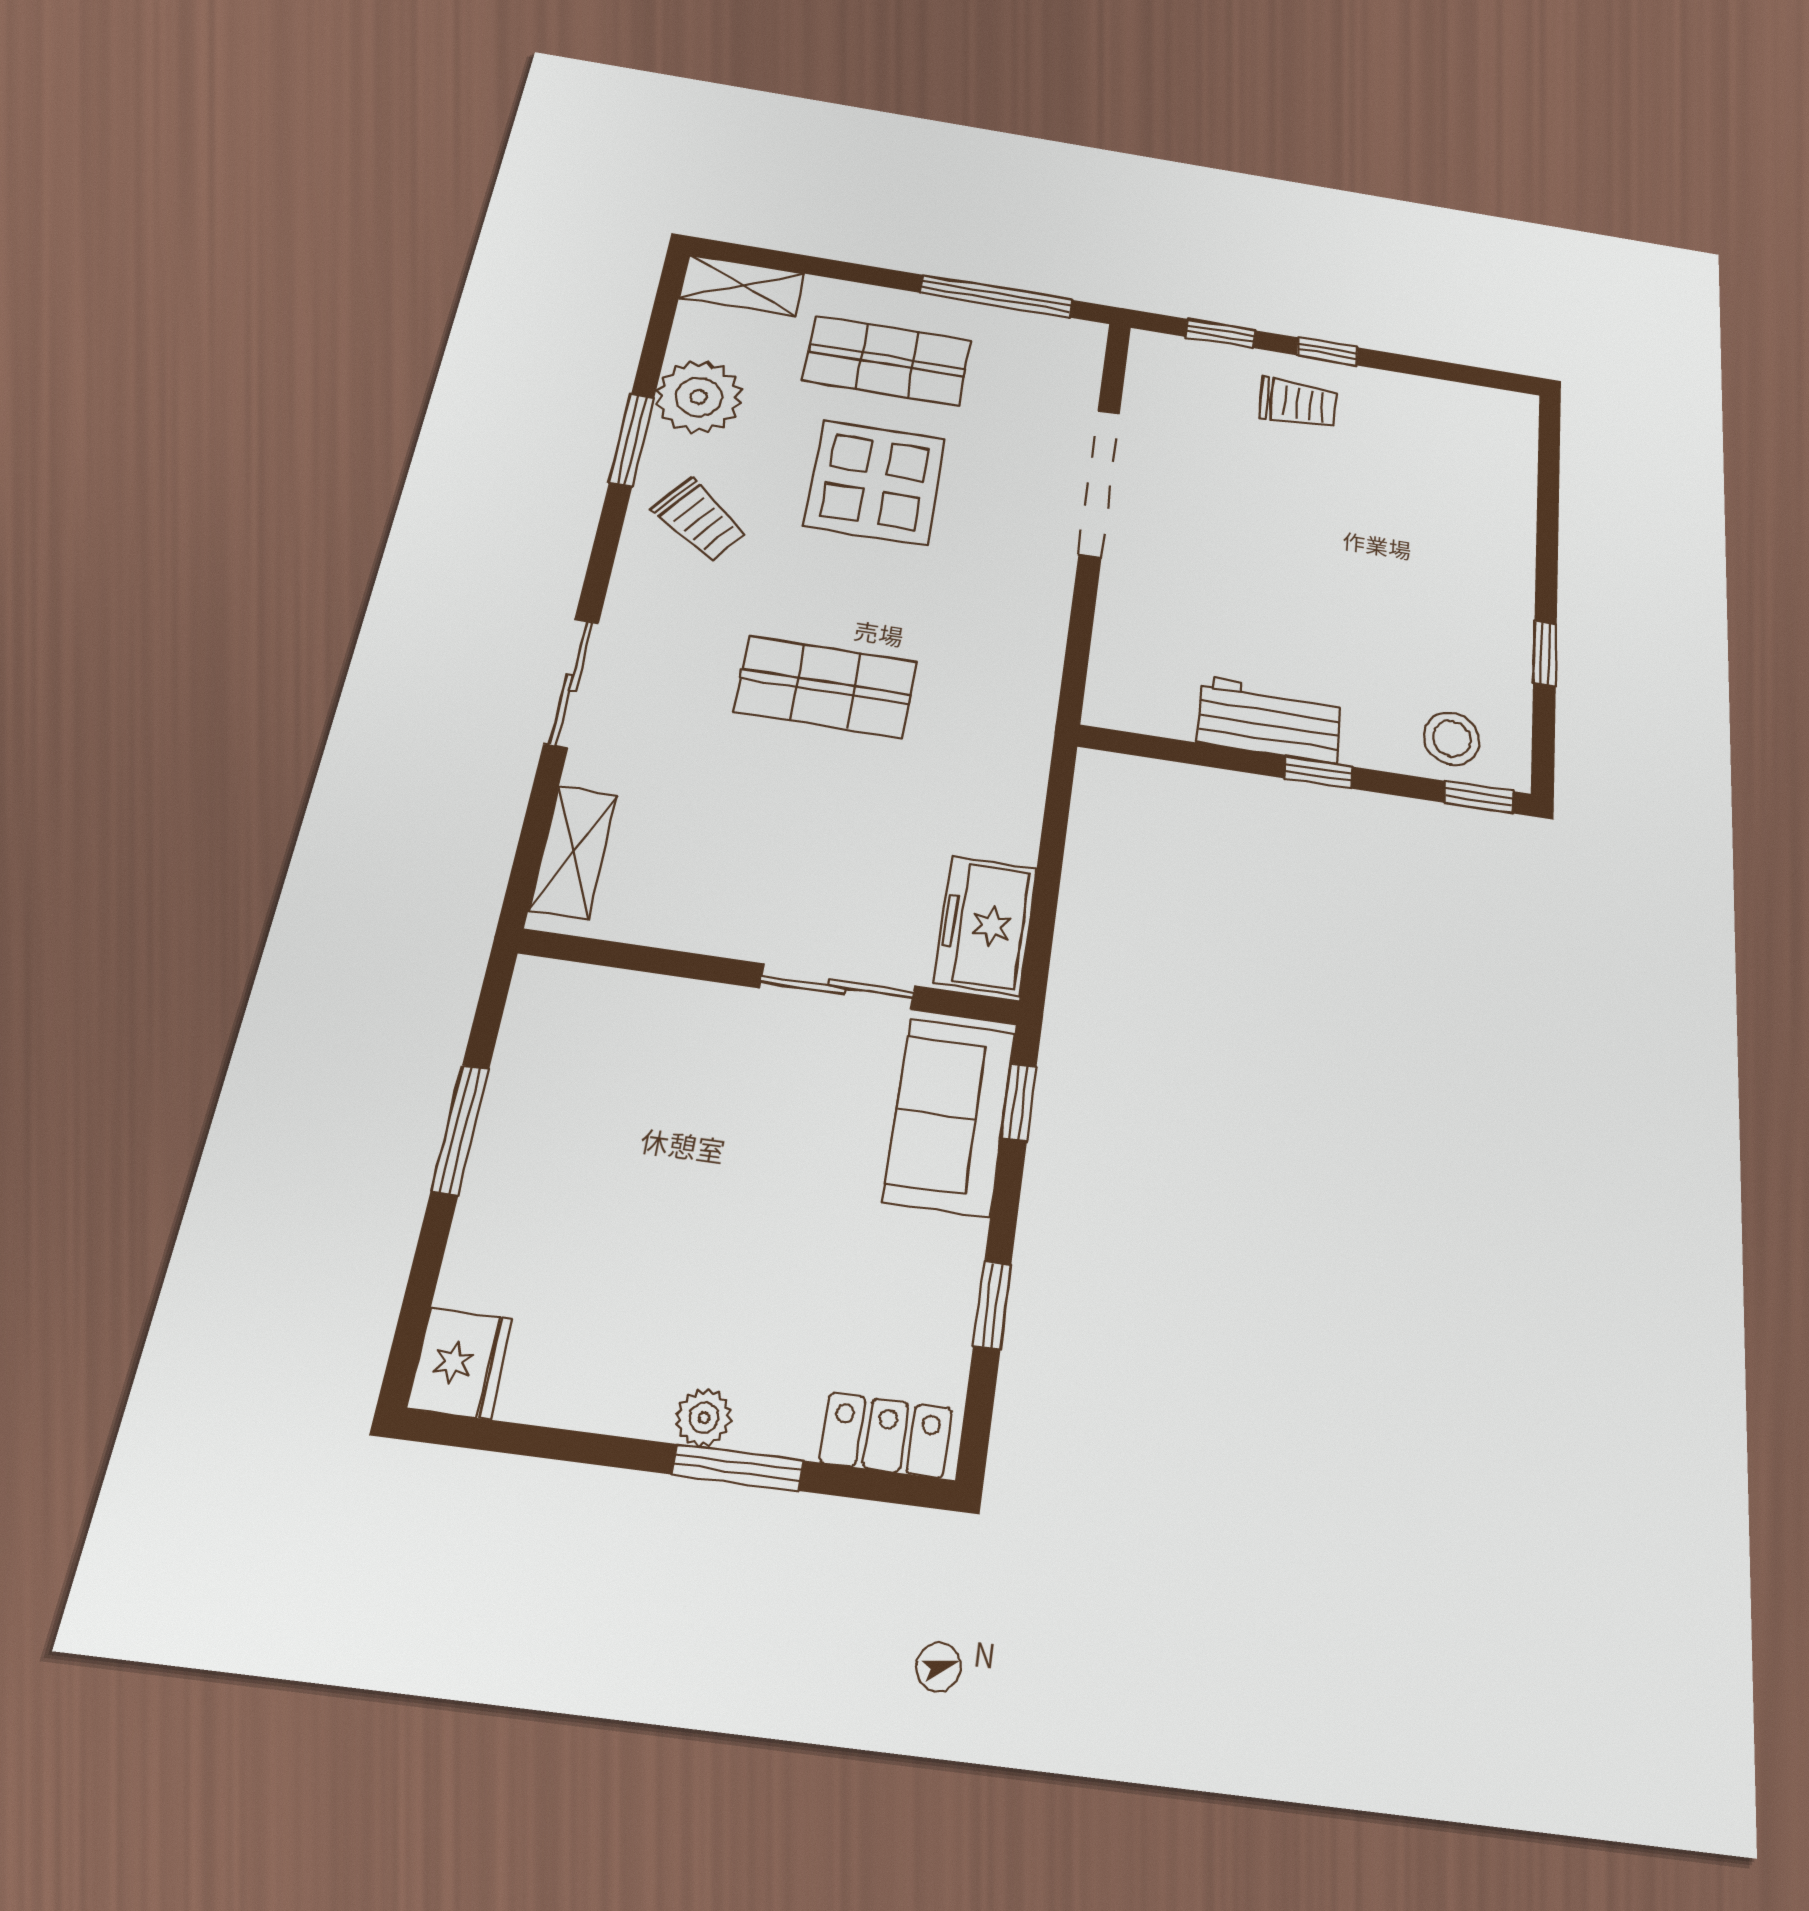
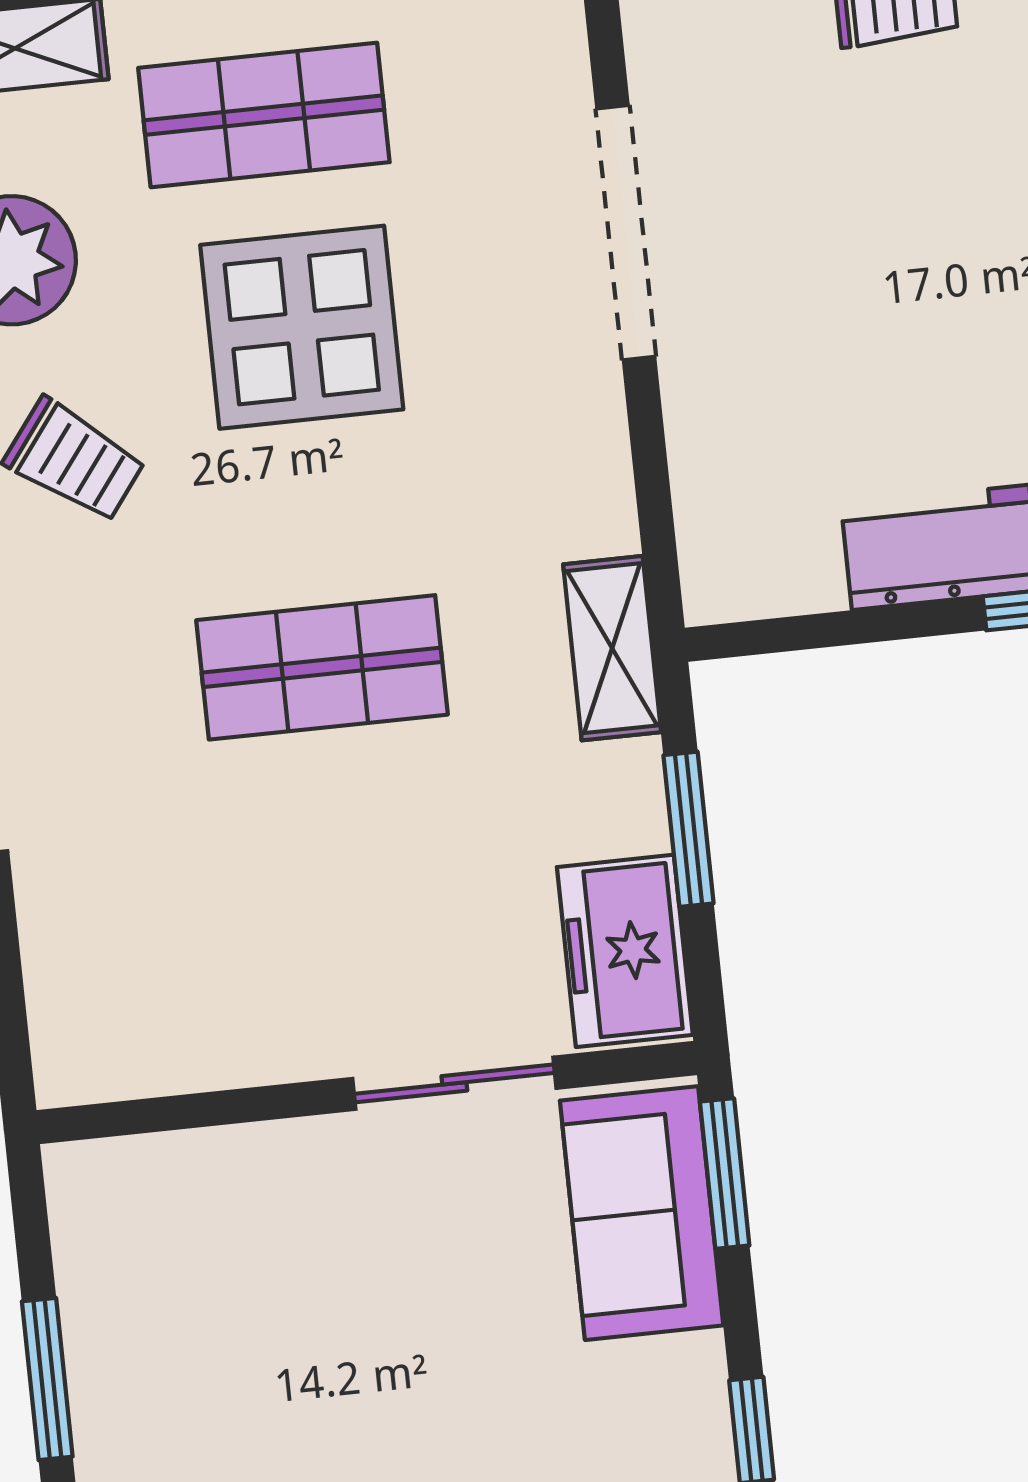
shelving: (573, 852) -> (612, 648), moved
window: (1051, 855) -> (688, 829), added
window: (1019, 1102) -> (725, 1174), width x1.50

